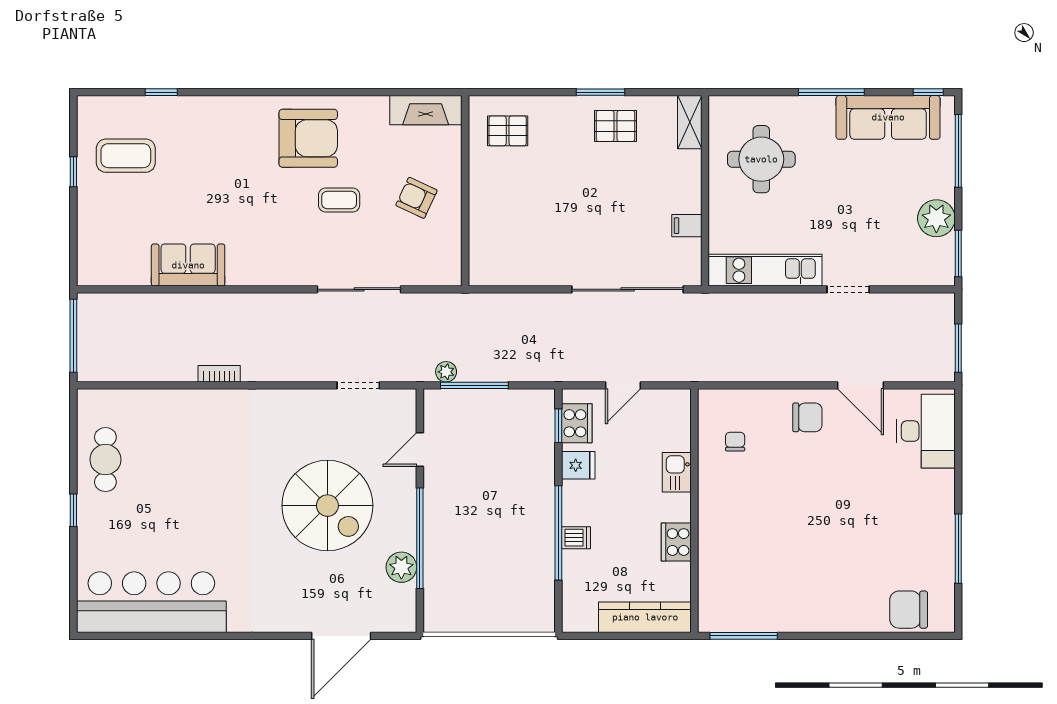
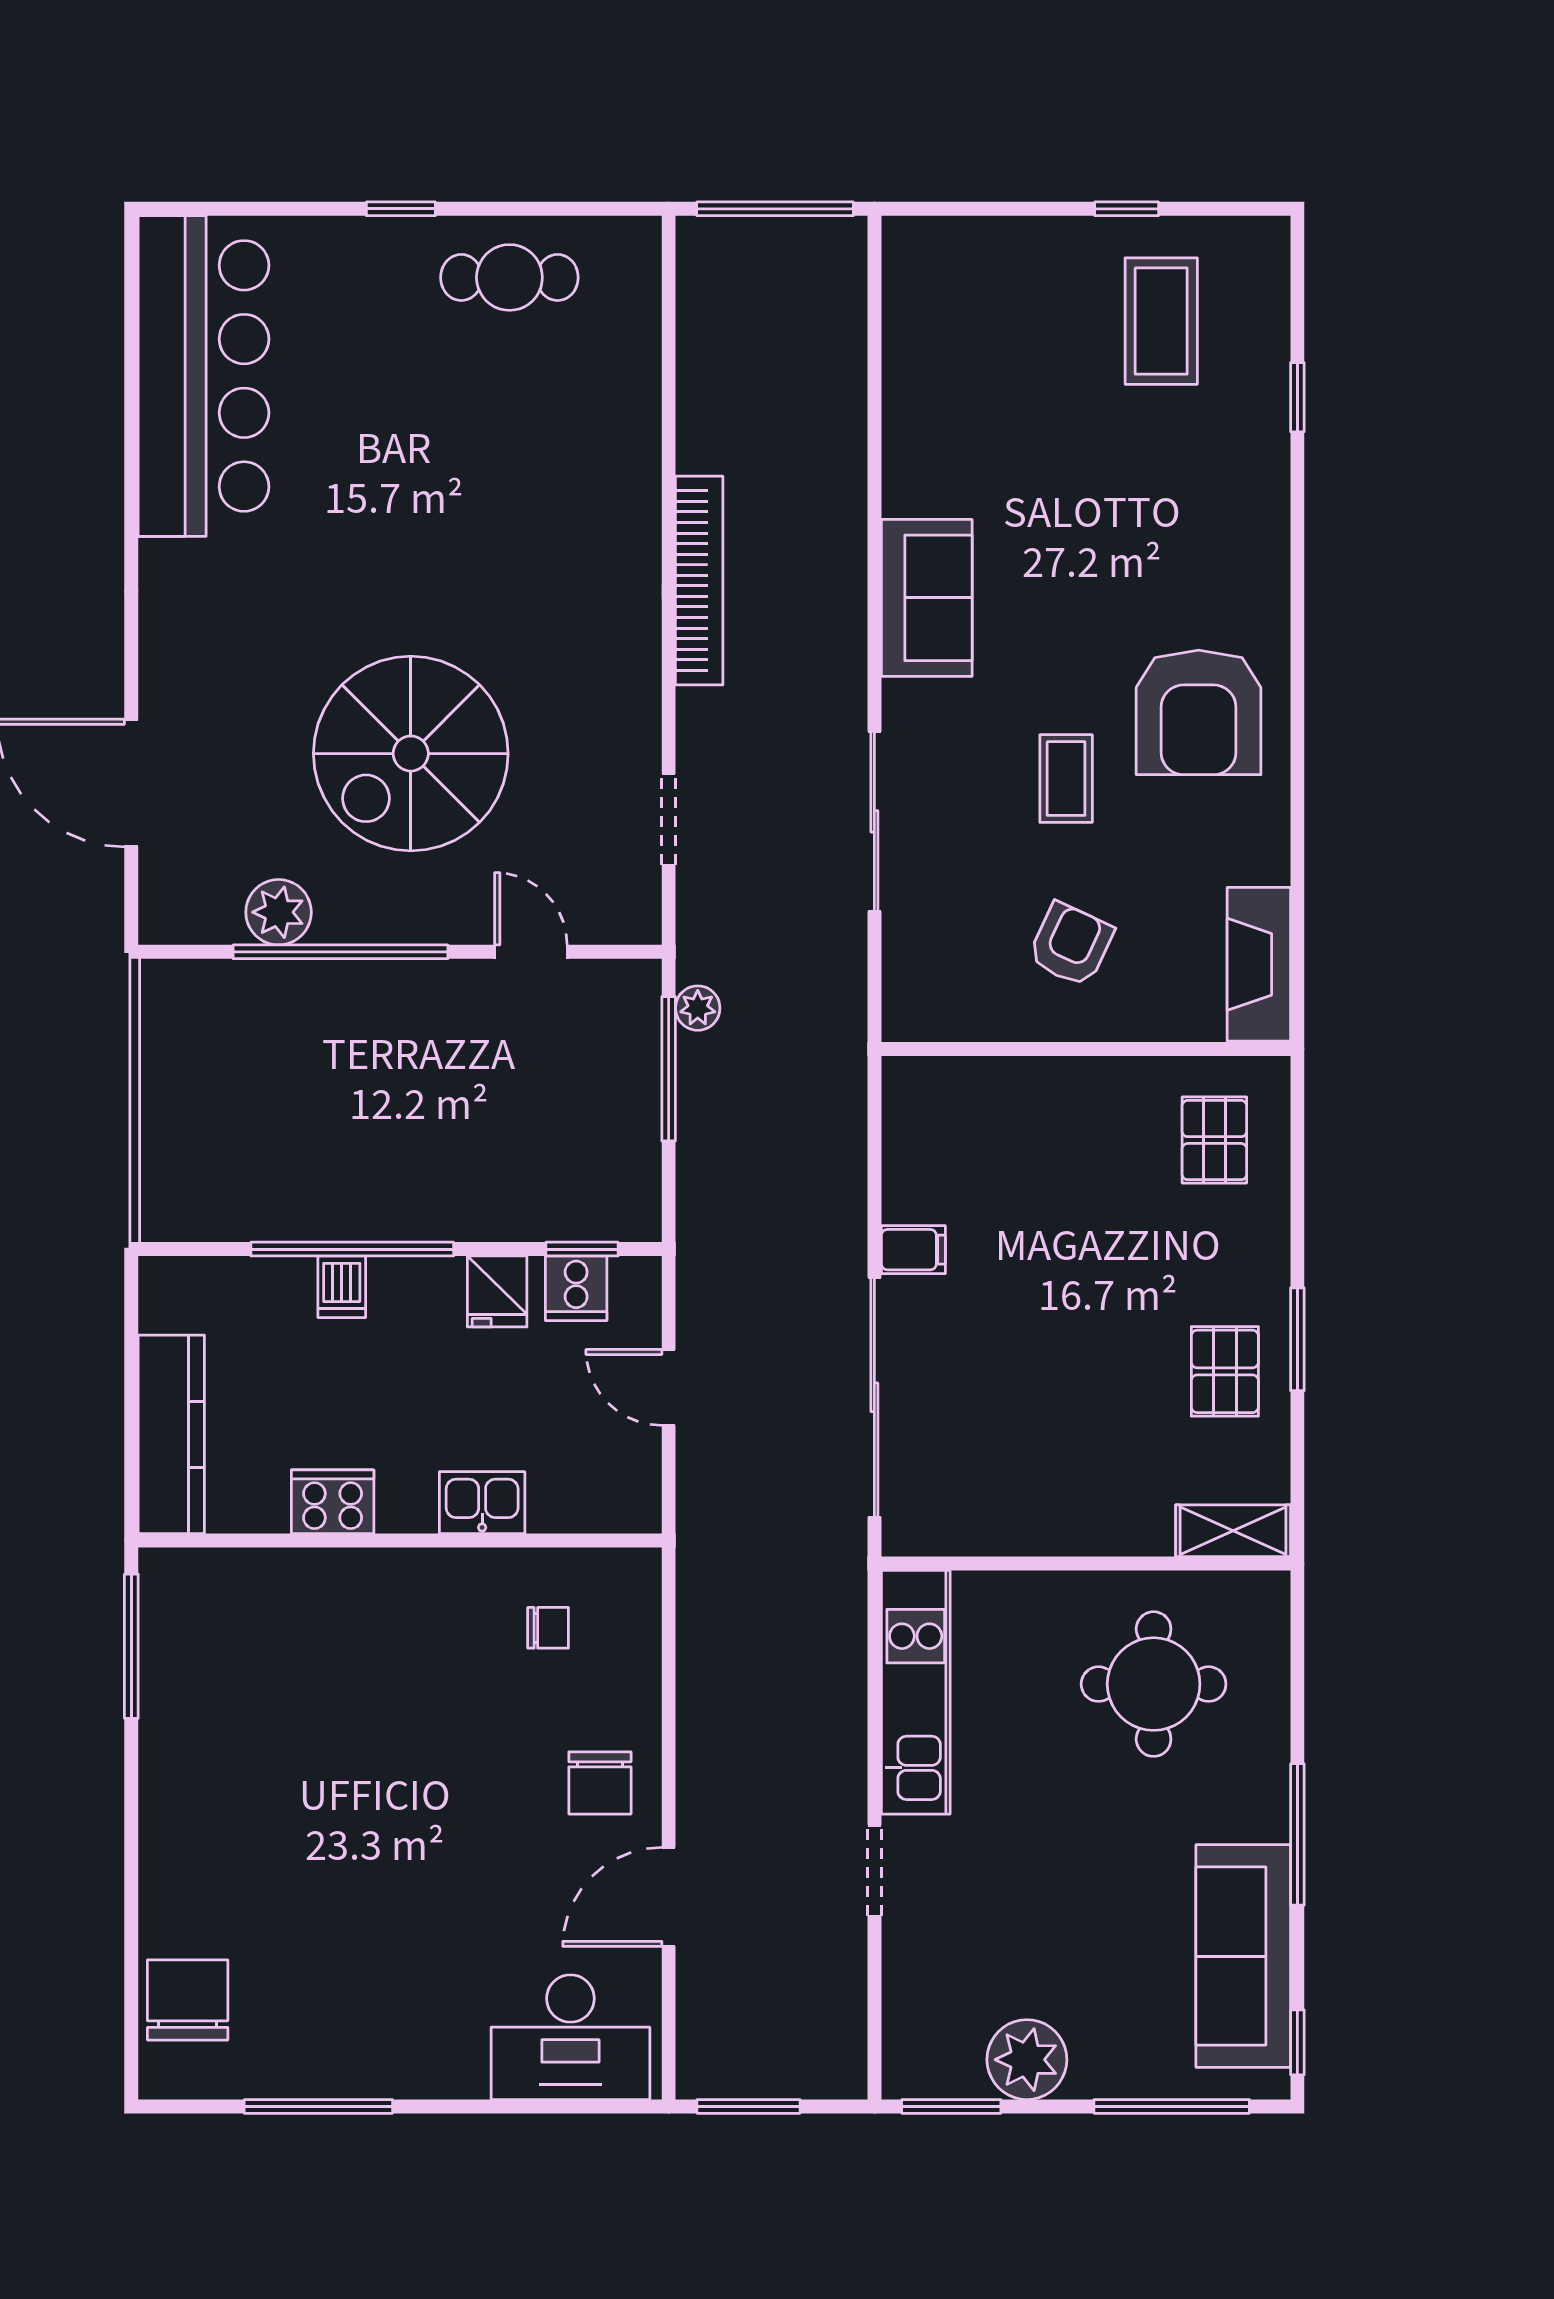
filing cabinet: (687, 226) -> (913, 1250), moved, turned 90
sofa: (188, 265) -> (927, 598), moved
bookcase: (219, 374) -> (699, 581), width x2.31, depth x1.31
cooker: (577, 423) -> (576, 1288), width x0.73

